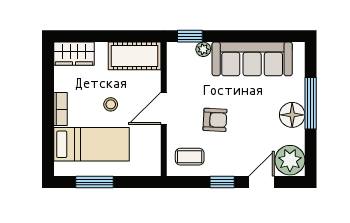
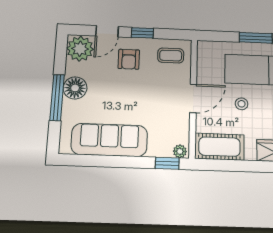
plant: (203, 49) -> (180, 151), moved
armchair: (215, 120) -> (129, 59), moved, turned -93

